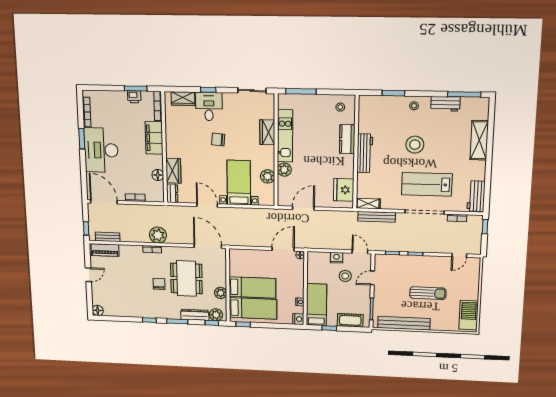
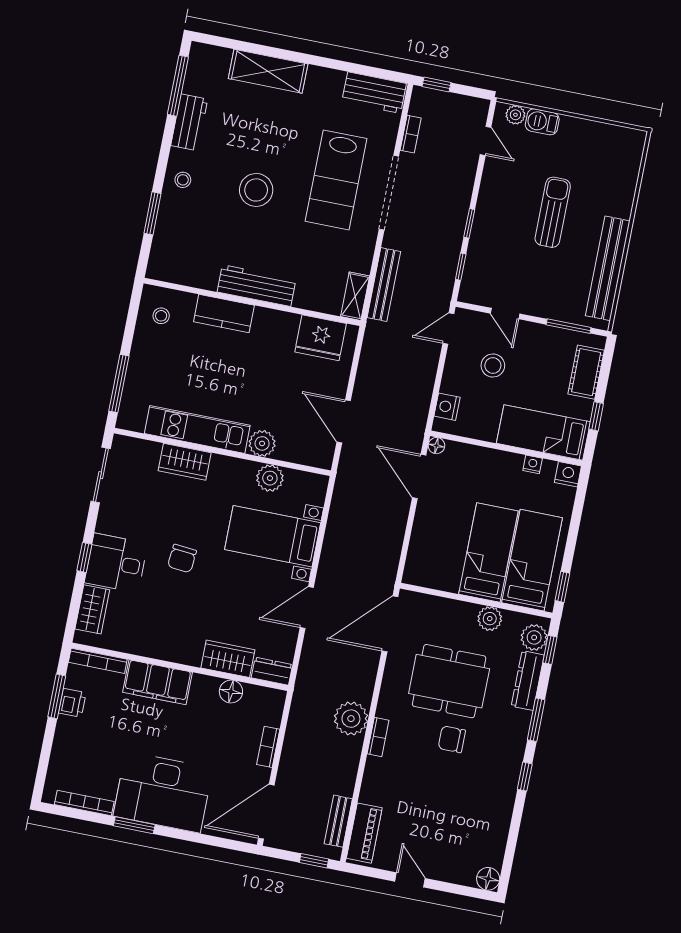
nightstand: (337, 258) -> (447, 407), moved
plant: (475, 268) -> (515, 115), added
barbecue: (469, 315) -> (542, 122), moved, width x0.53, depth x0.65

